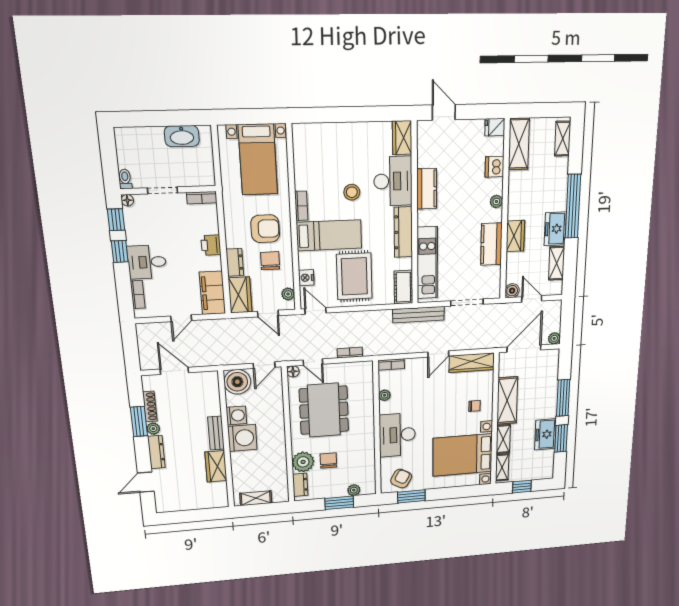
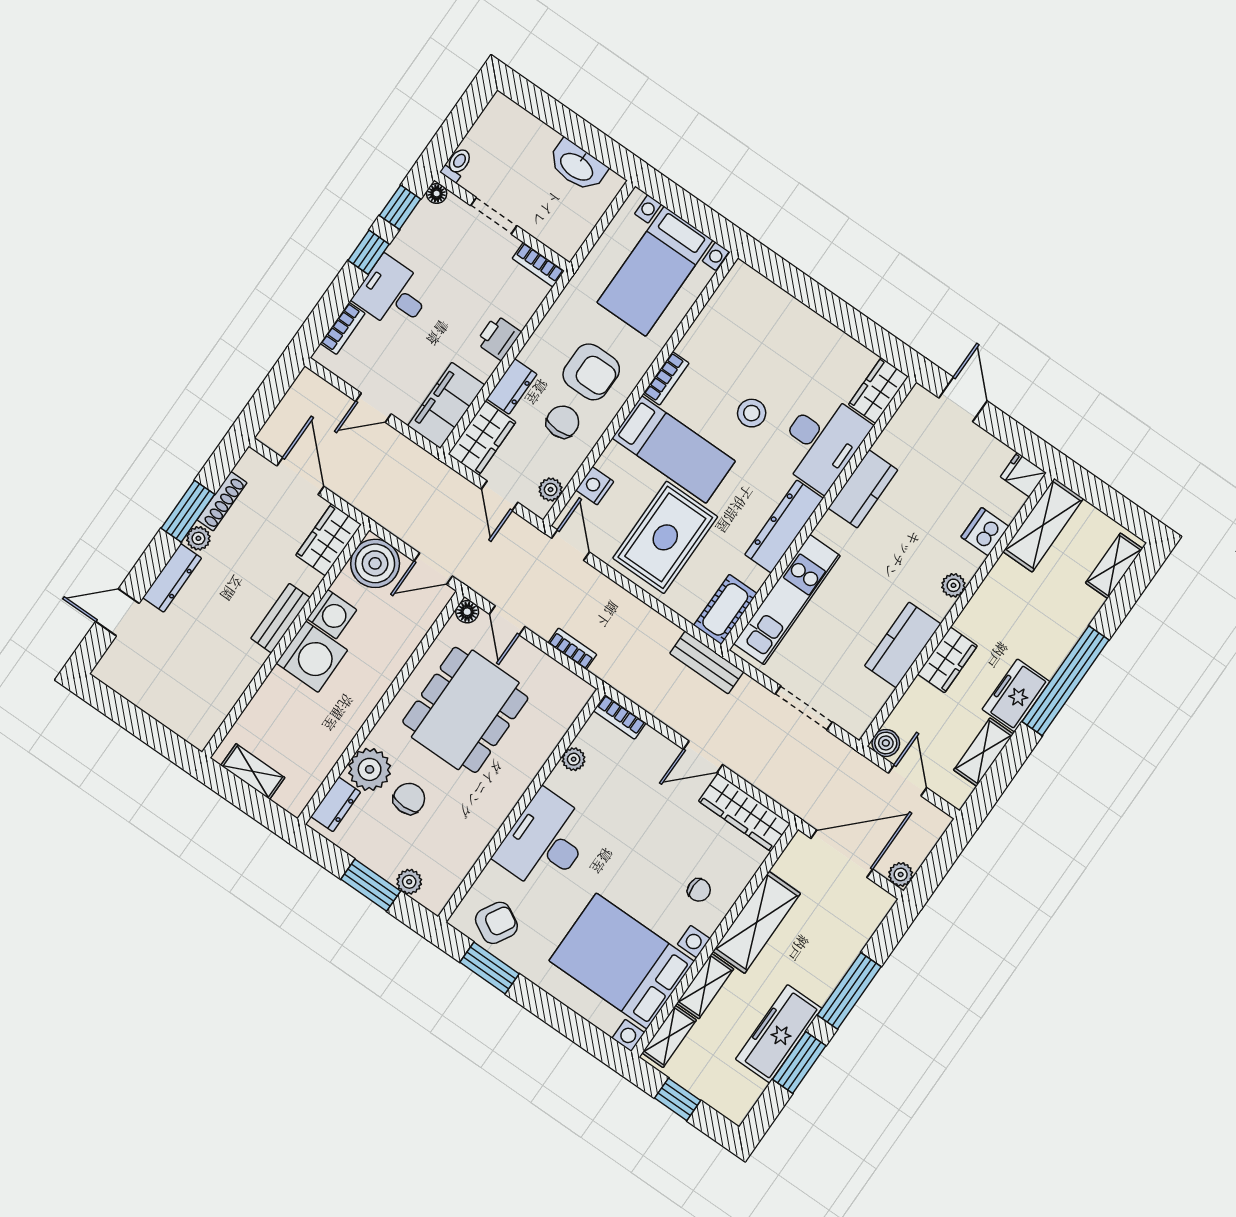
bench: (419, 315) -> (707, 662), width x0.73
freezer: (545, 434) -> (779, 1034), width x1.40
wardrobe: (216, 466) -> (328, 540), moved

